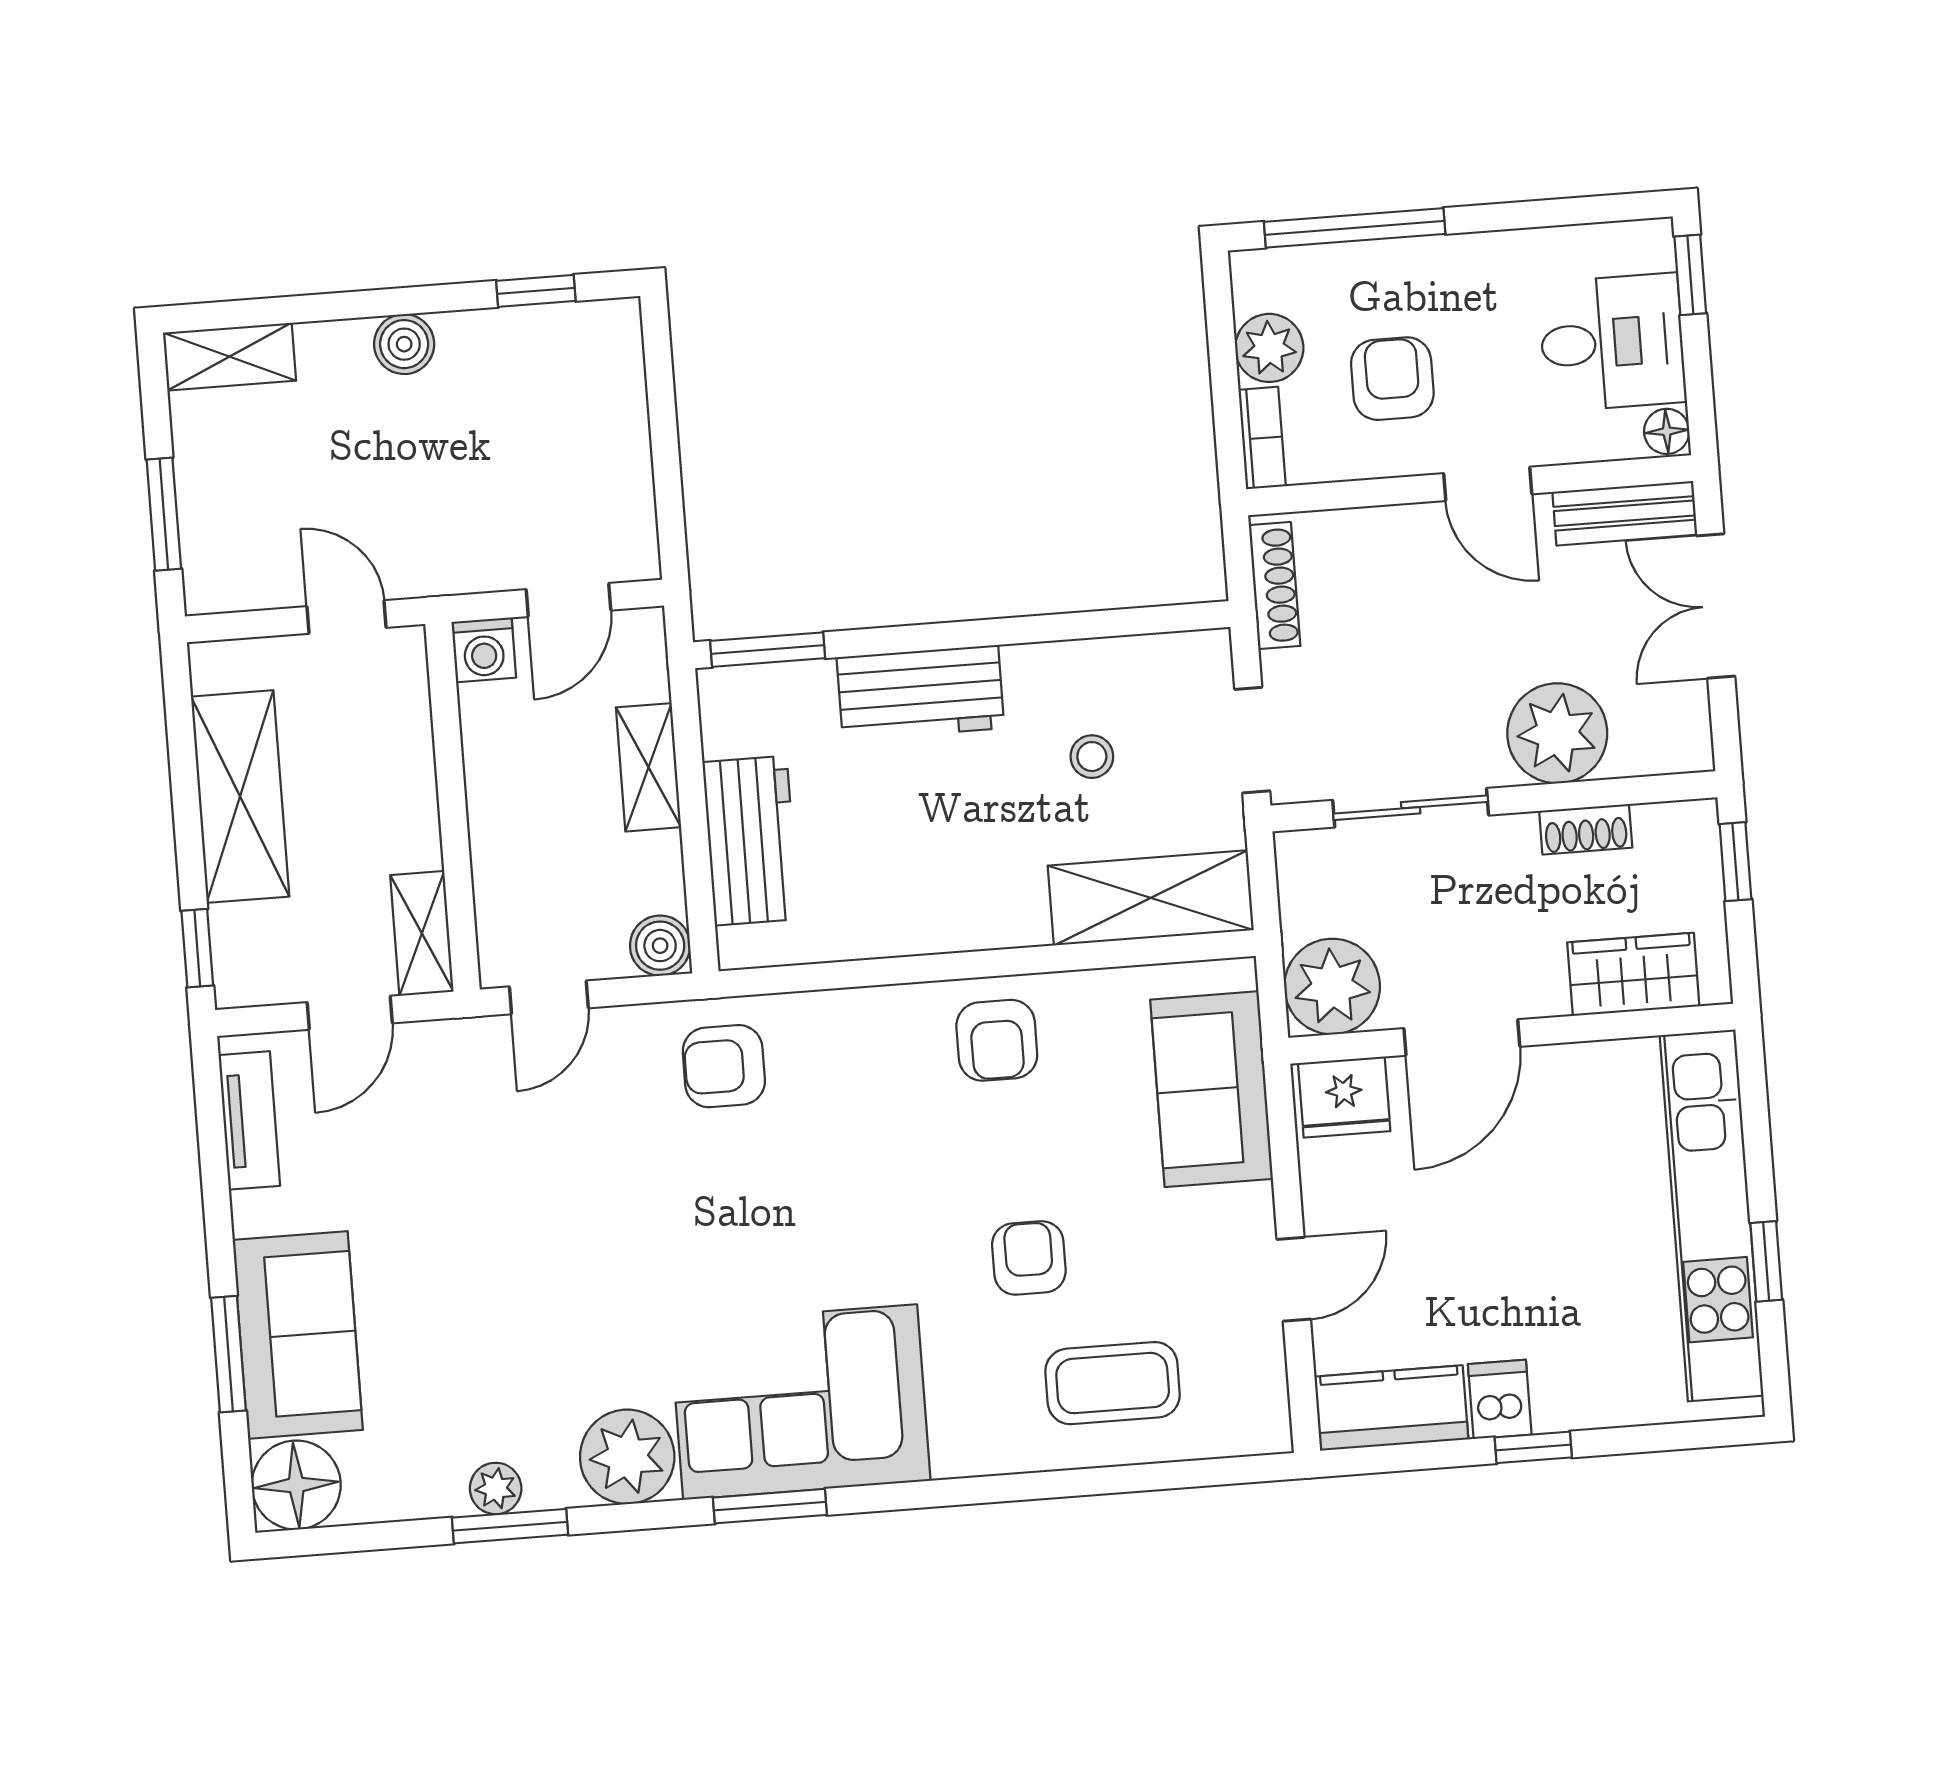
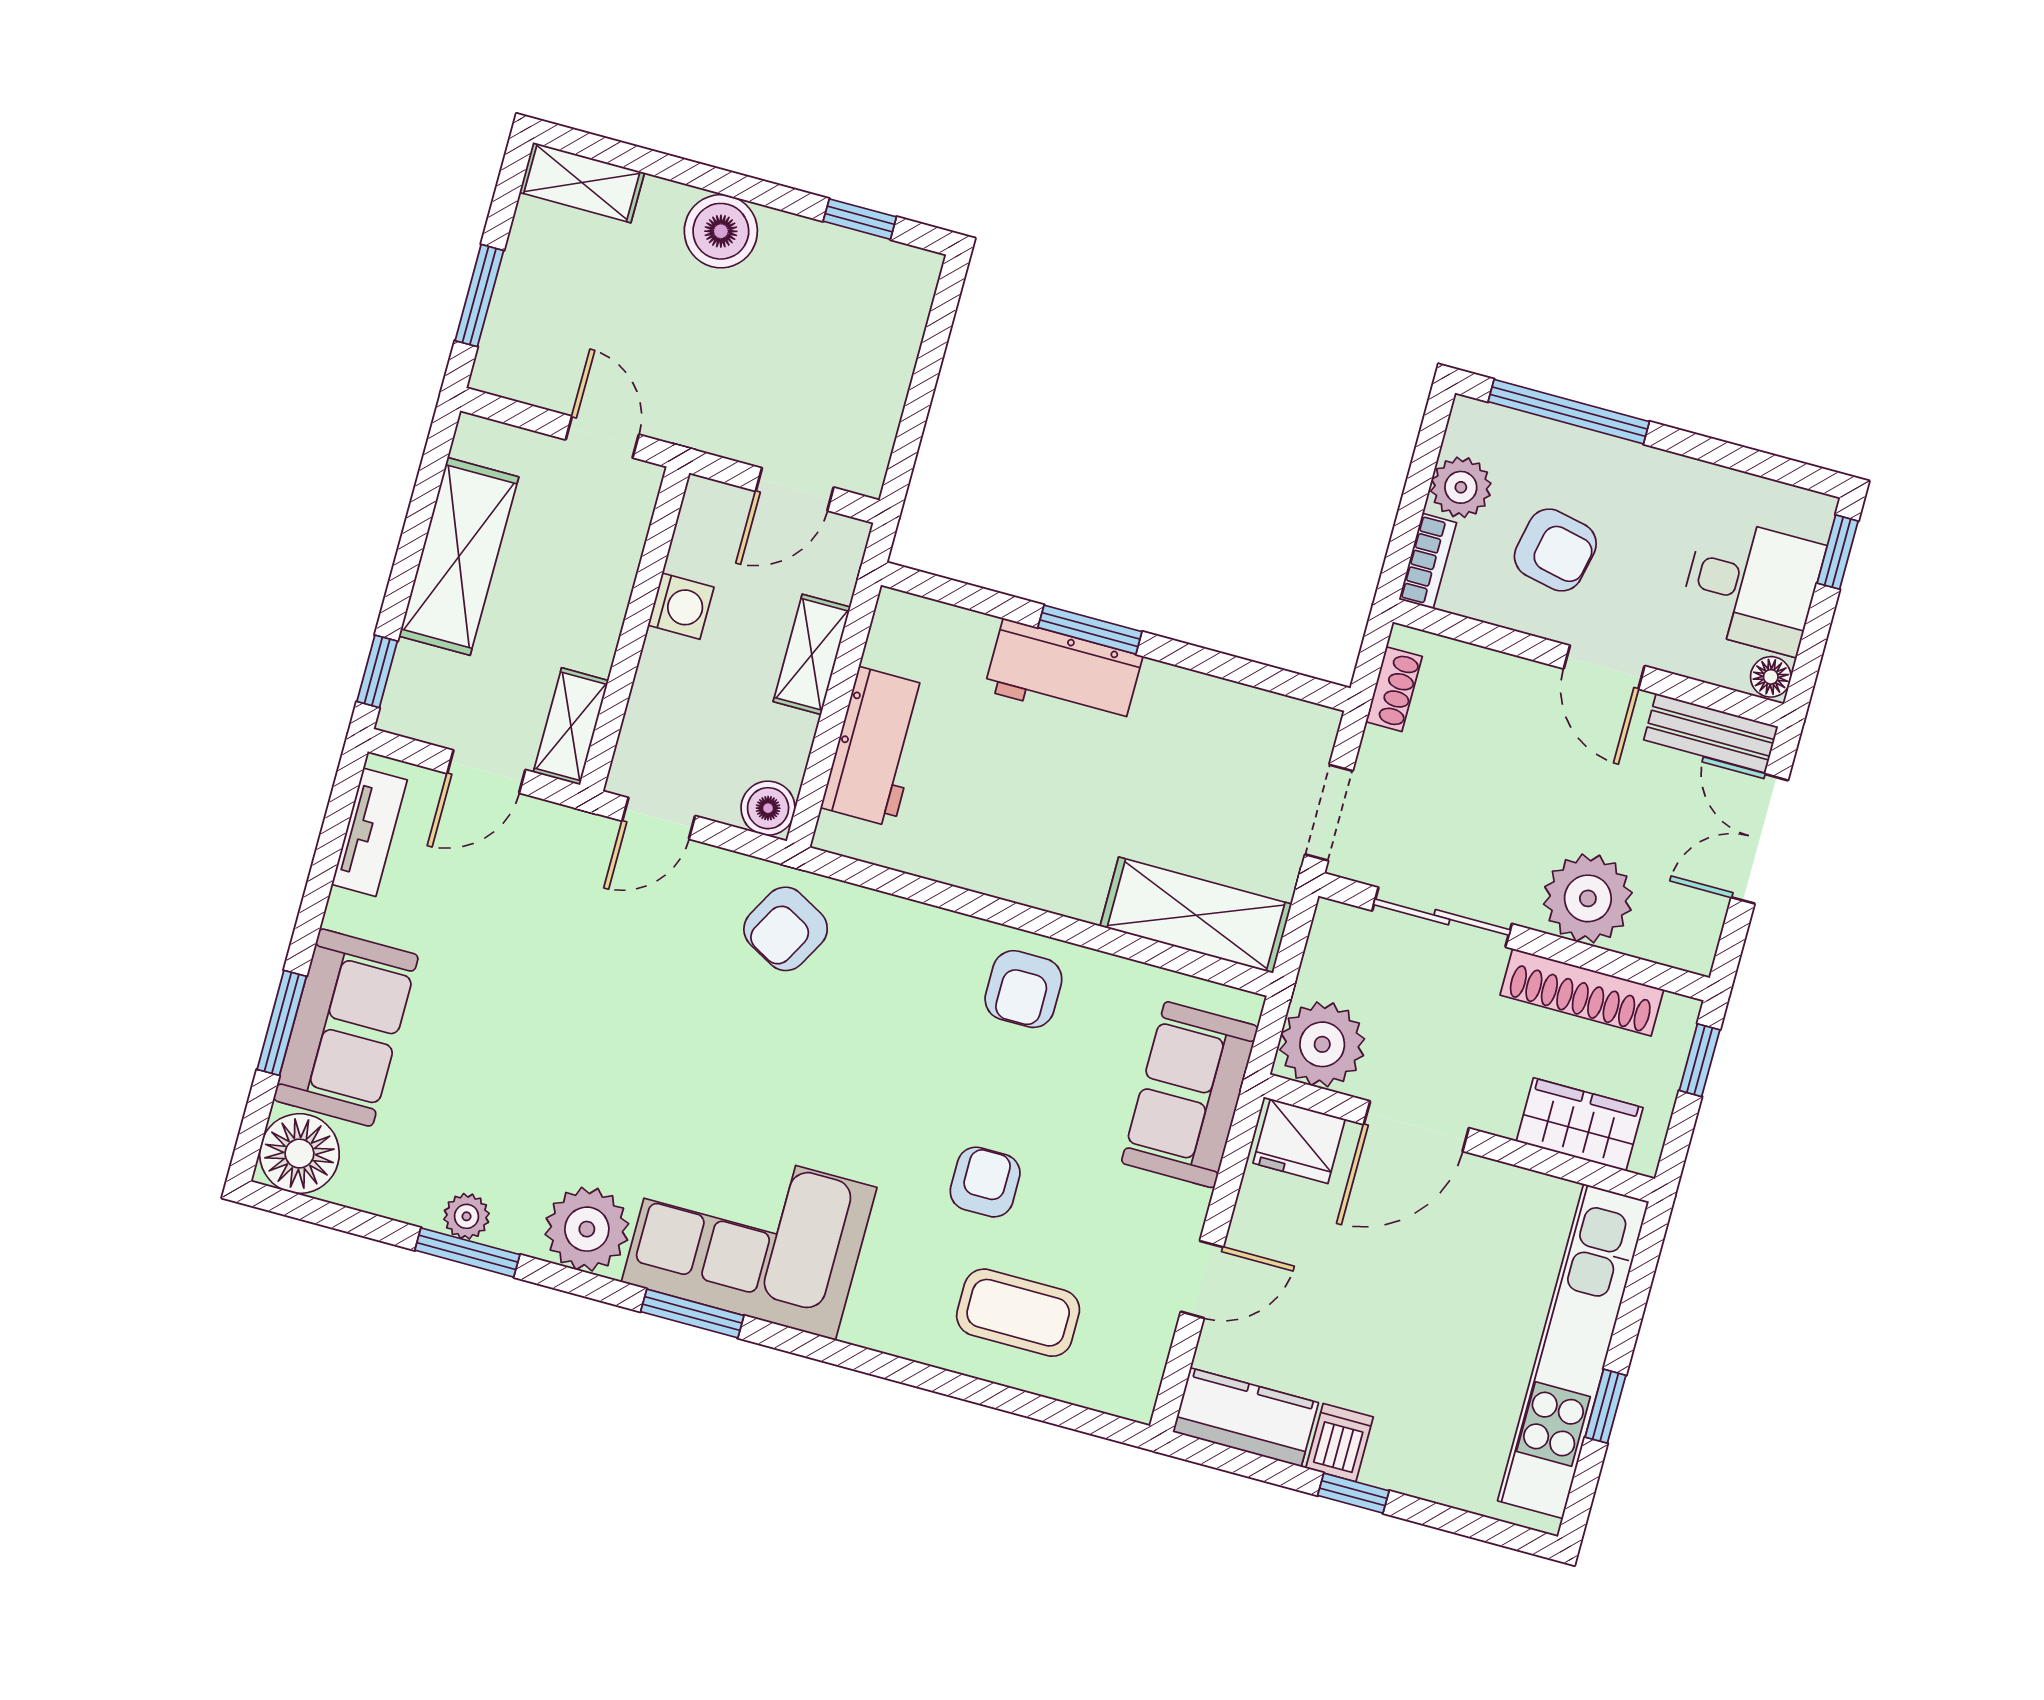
boiler: (404, 344) -> (721, 231), width x1.36, depth x1.36
armchair: (1392, 379) -> (1555, 550), turned 102
shoe rack: (1275, 586) -> (1394, 689), width x0.70
washing machine: (484, 650) -> (681, 606), moved, turned -90
window: (768, 650) -> (1090, 630), moved
stool: (1092, 757) -> (1189, 778), removed
shoe rack: (1586, 829) -> (1582, 992), width x1.94, depth x1.24
armchair: (724, 1066) -> (786, 929), turned -61

